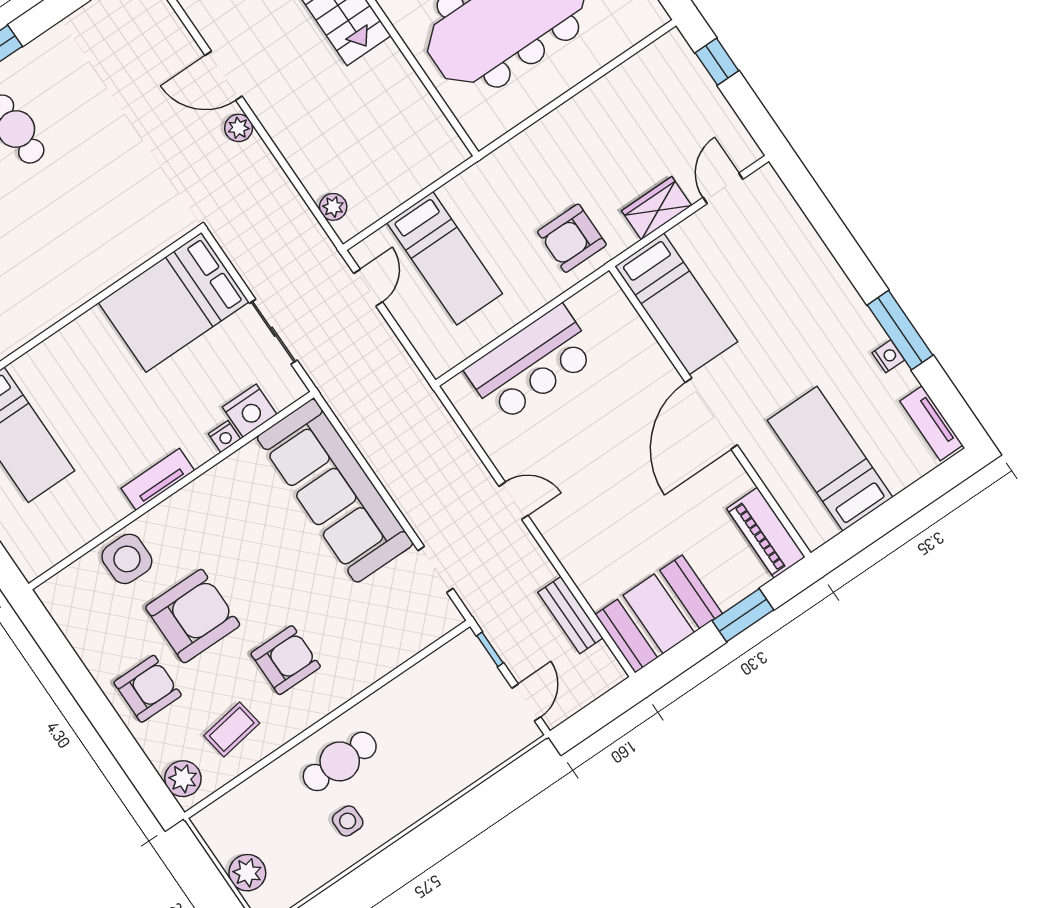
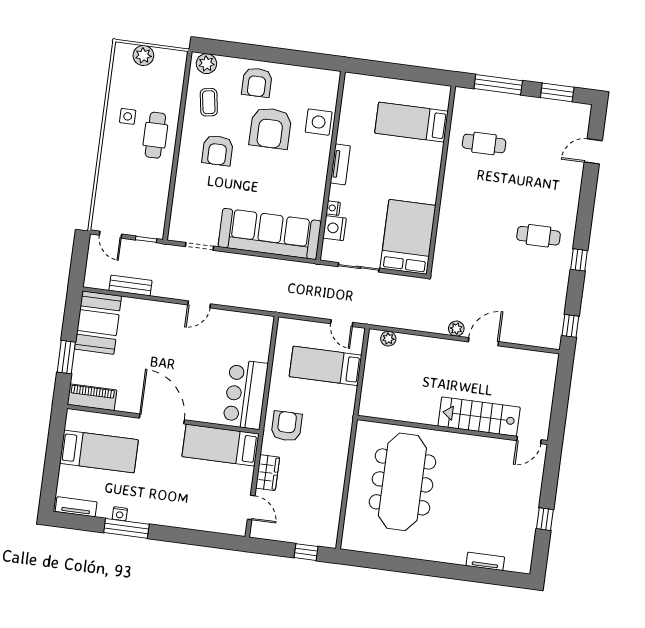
bar counter: (531, 364) -> (245, 394), moved

